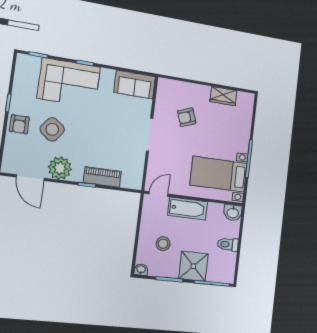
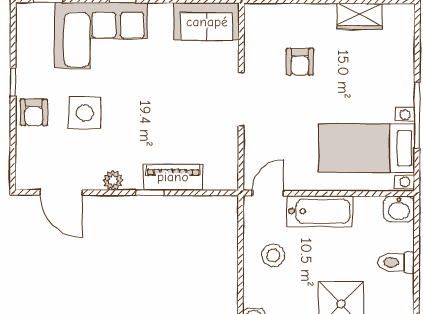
armchair: (187, 117) -> (300, 62), turned -70
side table: (52, 129) -> (85, 113), turned -37
plant: (60, 168) -> (113, 180), width x0.53, depth x0.53
stool: (163, 244) -> (273, 255), moved

